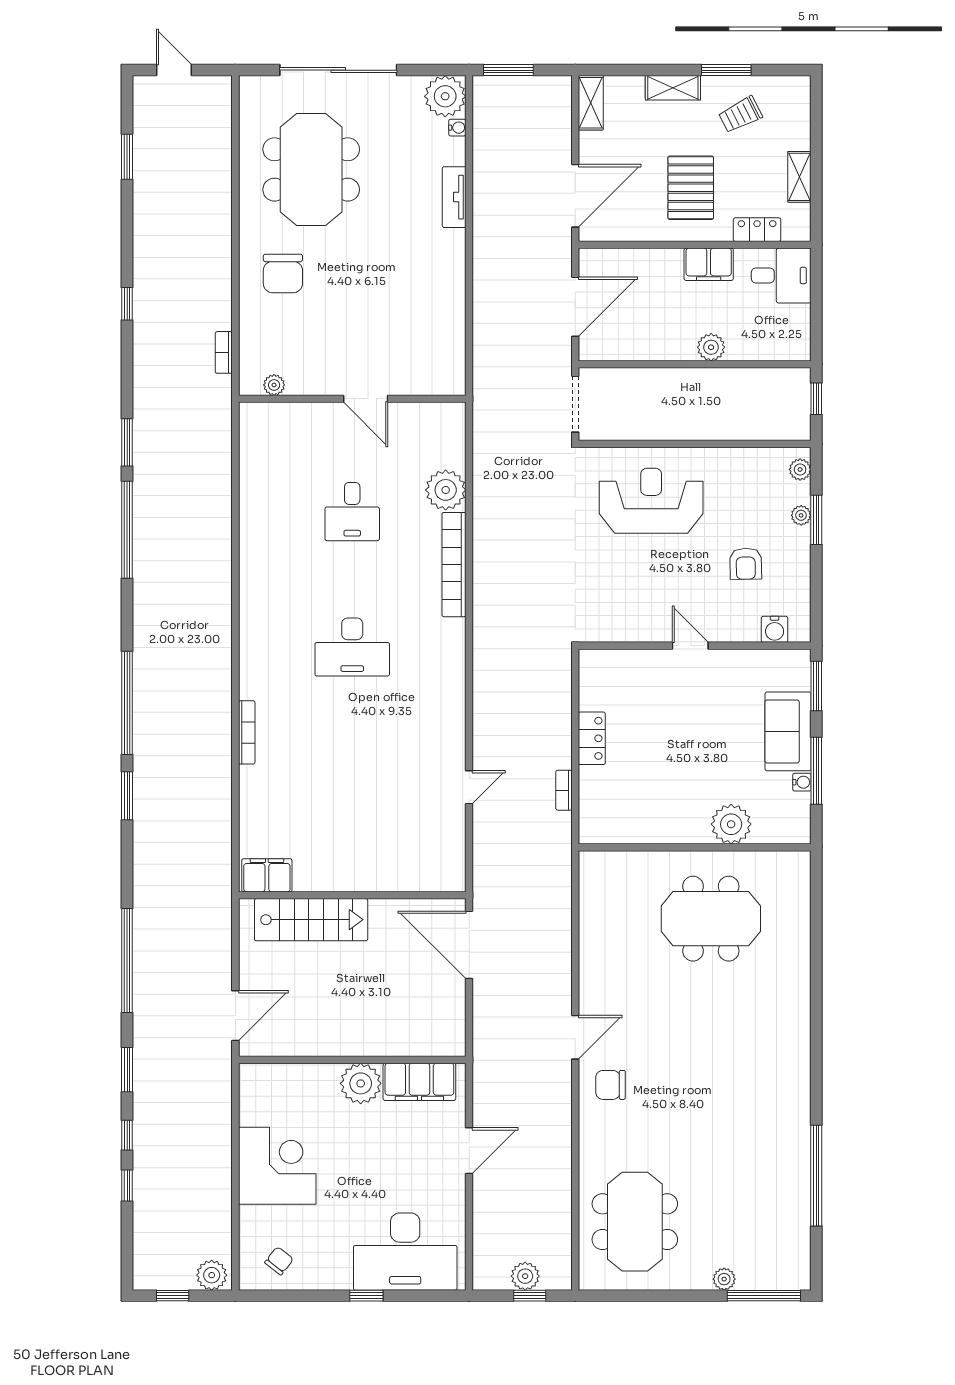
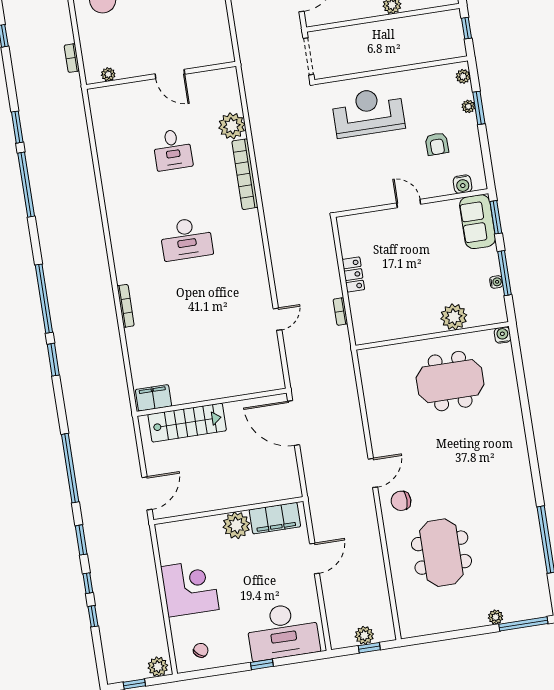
sofa: (788, 731) -> (477, 222), moved
water cooler: (799, 862) -> (503, 335), added
meeting table: (635, 1222) -> (441, 553), moved

